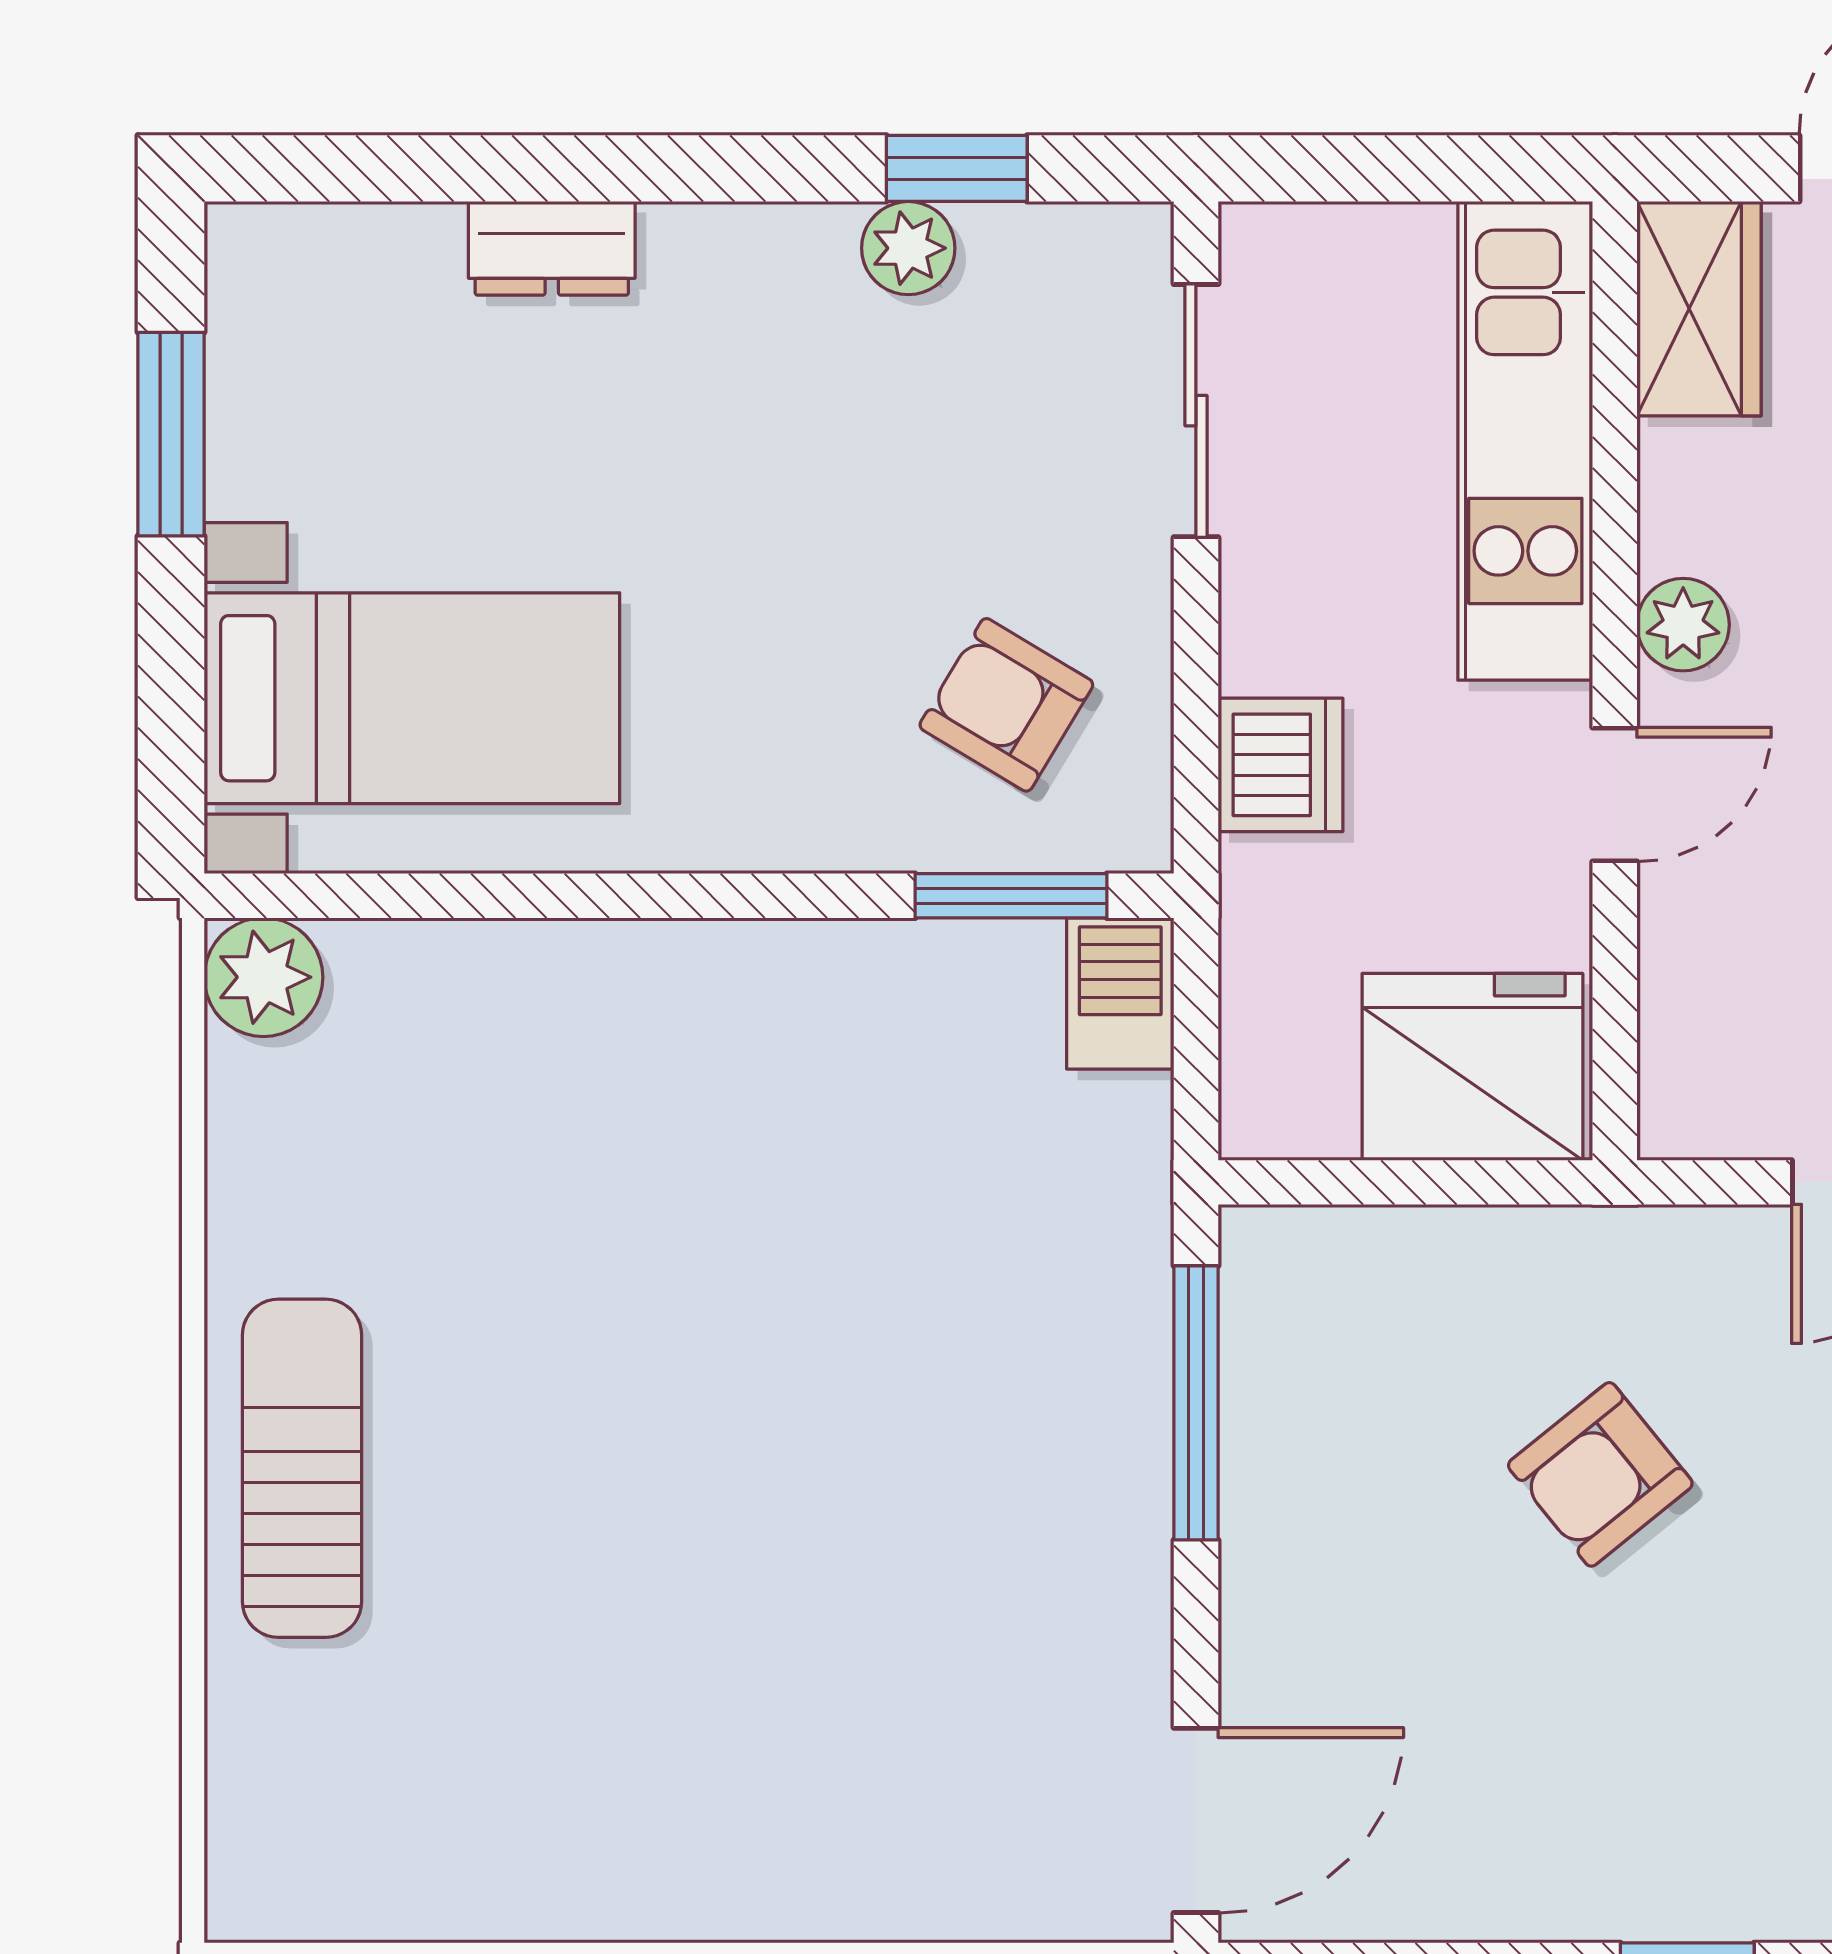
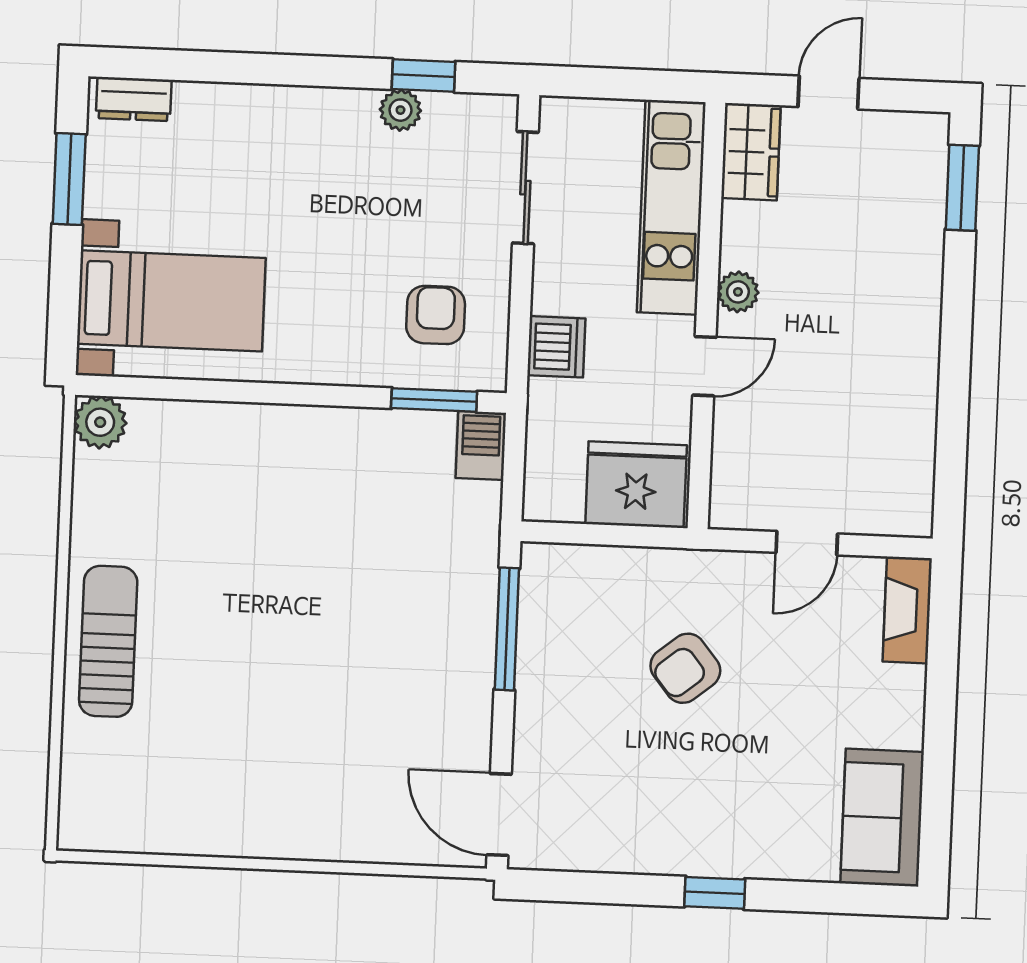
dresser: (552, 248) -> (134, 99), moved
armchair: (1006, 705) -> (436, 315), turned 59
door: (1196, 1820) -> (499, 815), swing flipped

